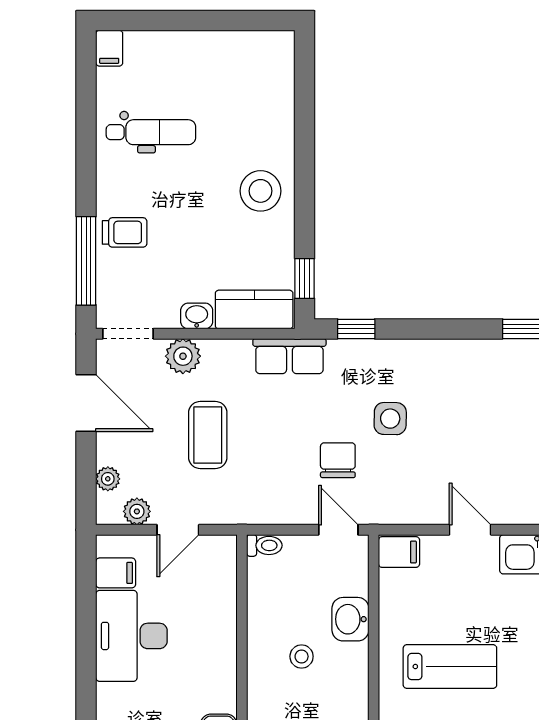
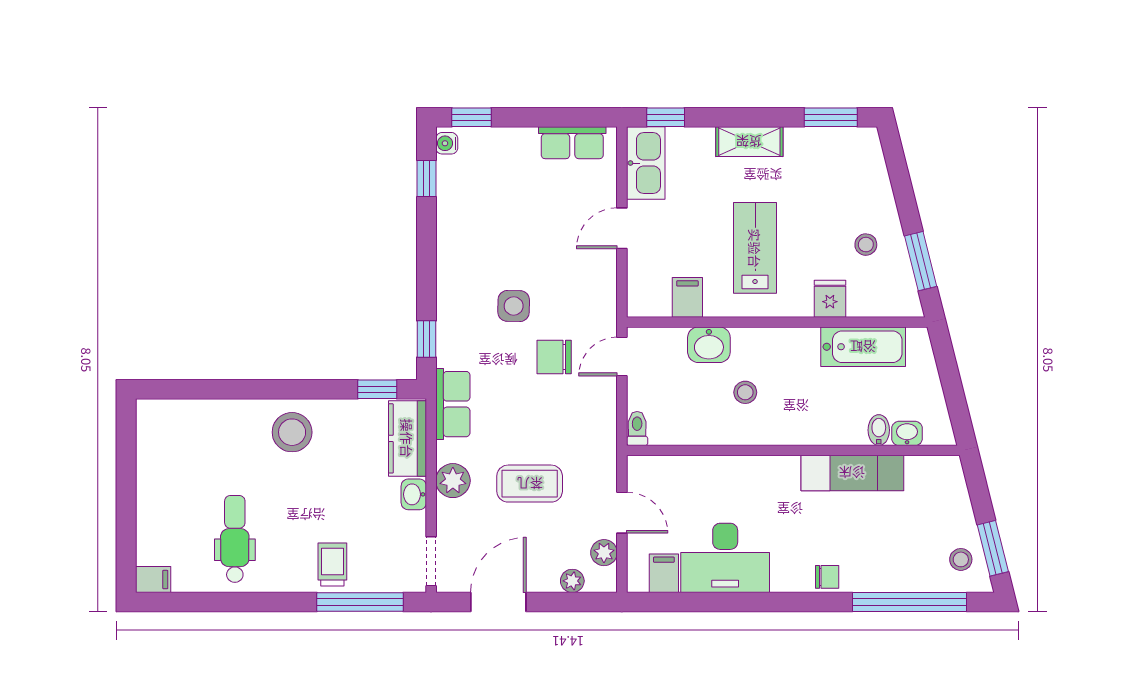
plant: (183, 356) -> (453, 481), moved
filing cabinet: (399, 552) -> (687, 297), moved

